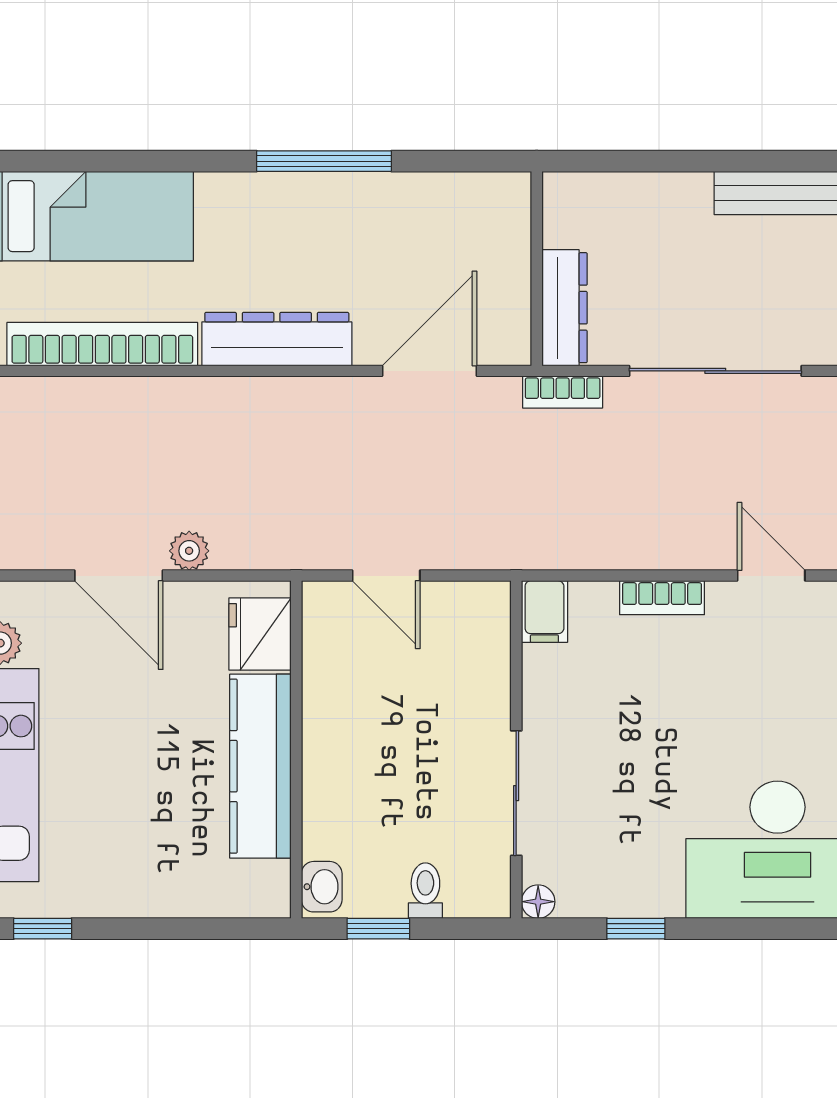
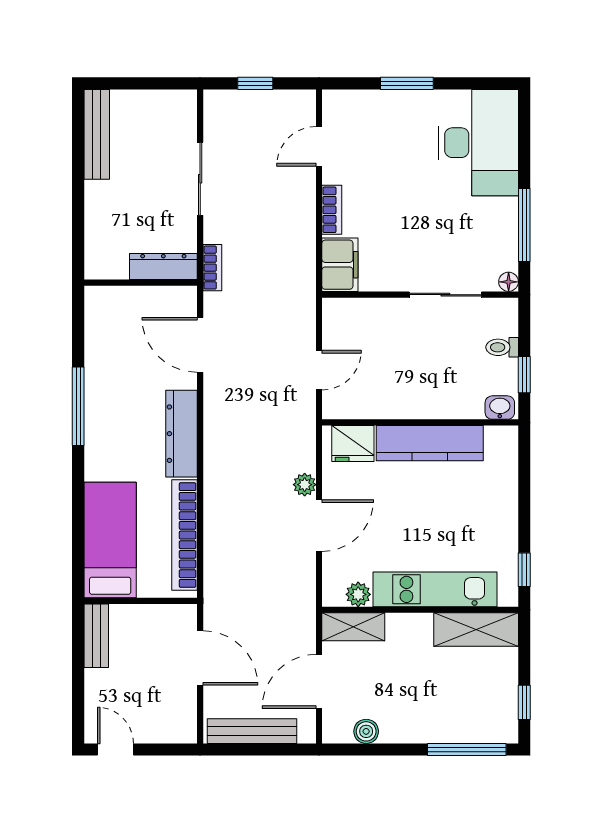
sliding door: (715, 371) -> (200, 179), width x0.73
filing cabinet: (544, 612) -> (340, 265), width x2.00
window: (636, 929) -> (524, 225), width x2.17

